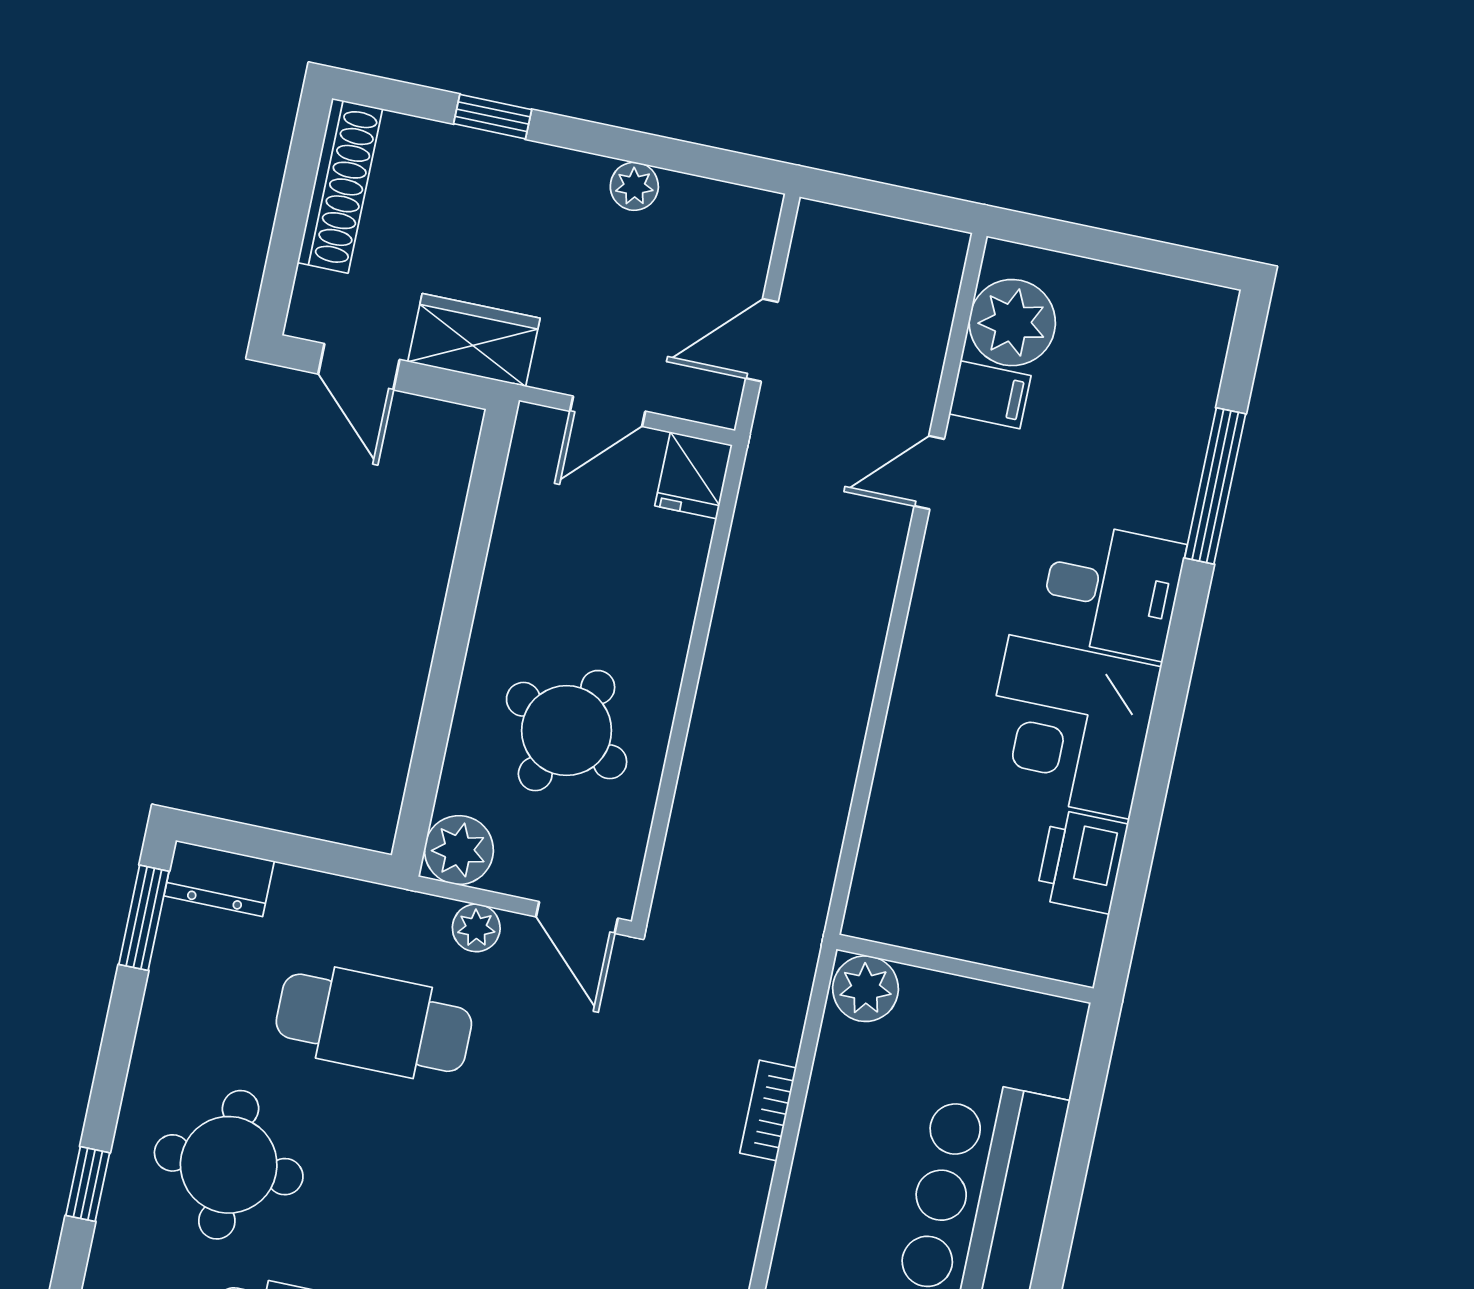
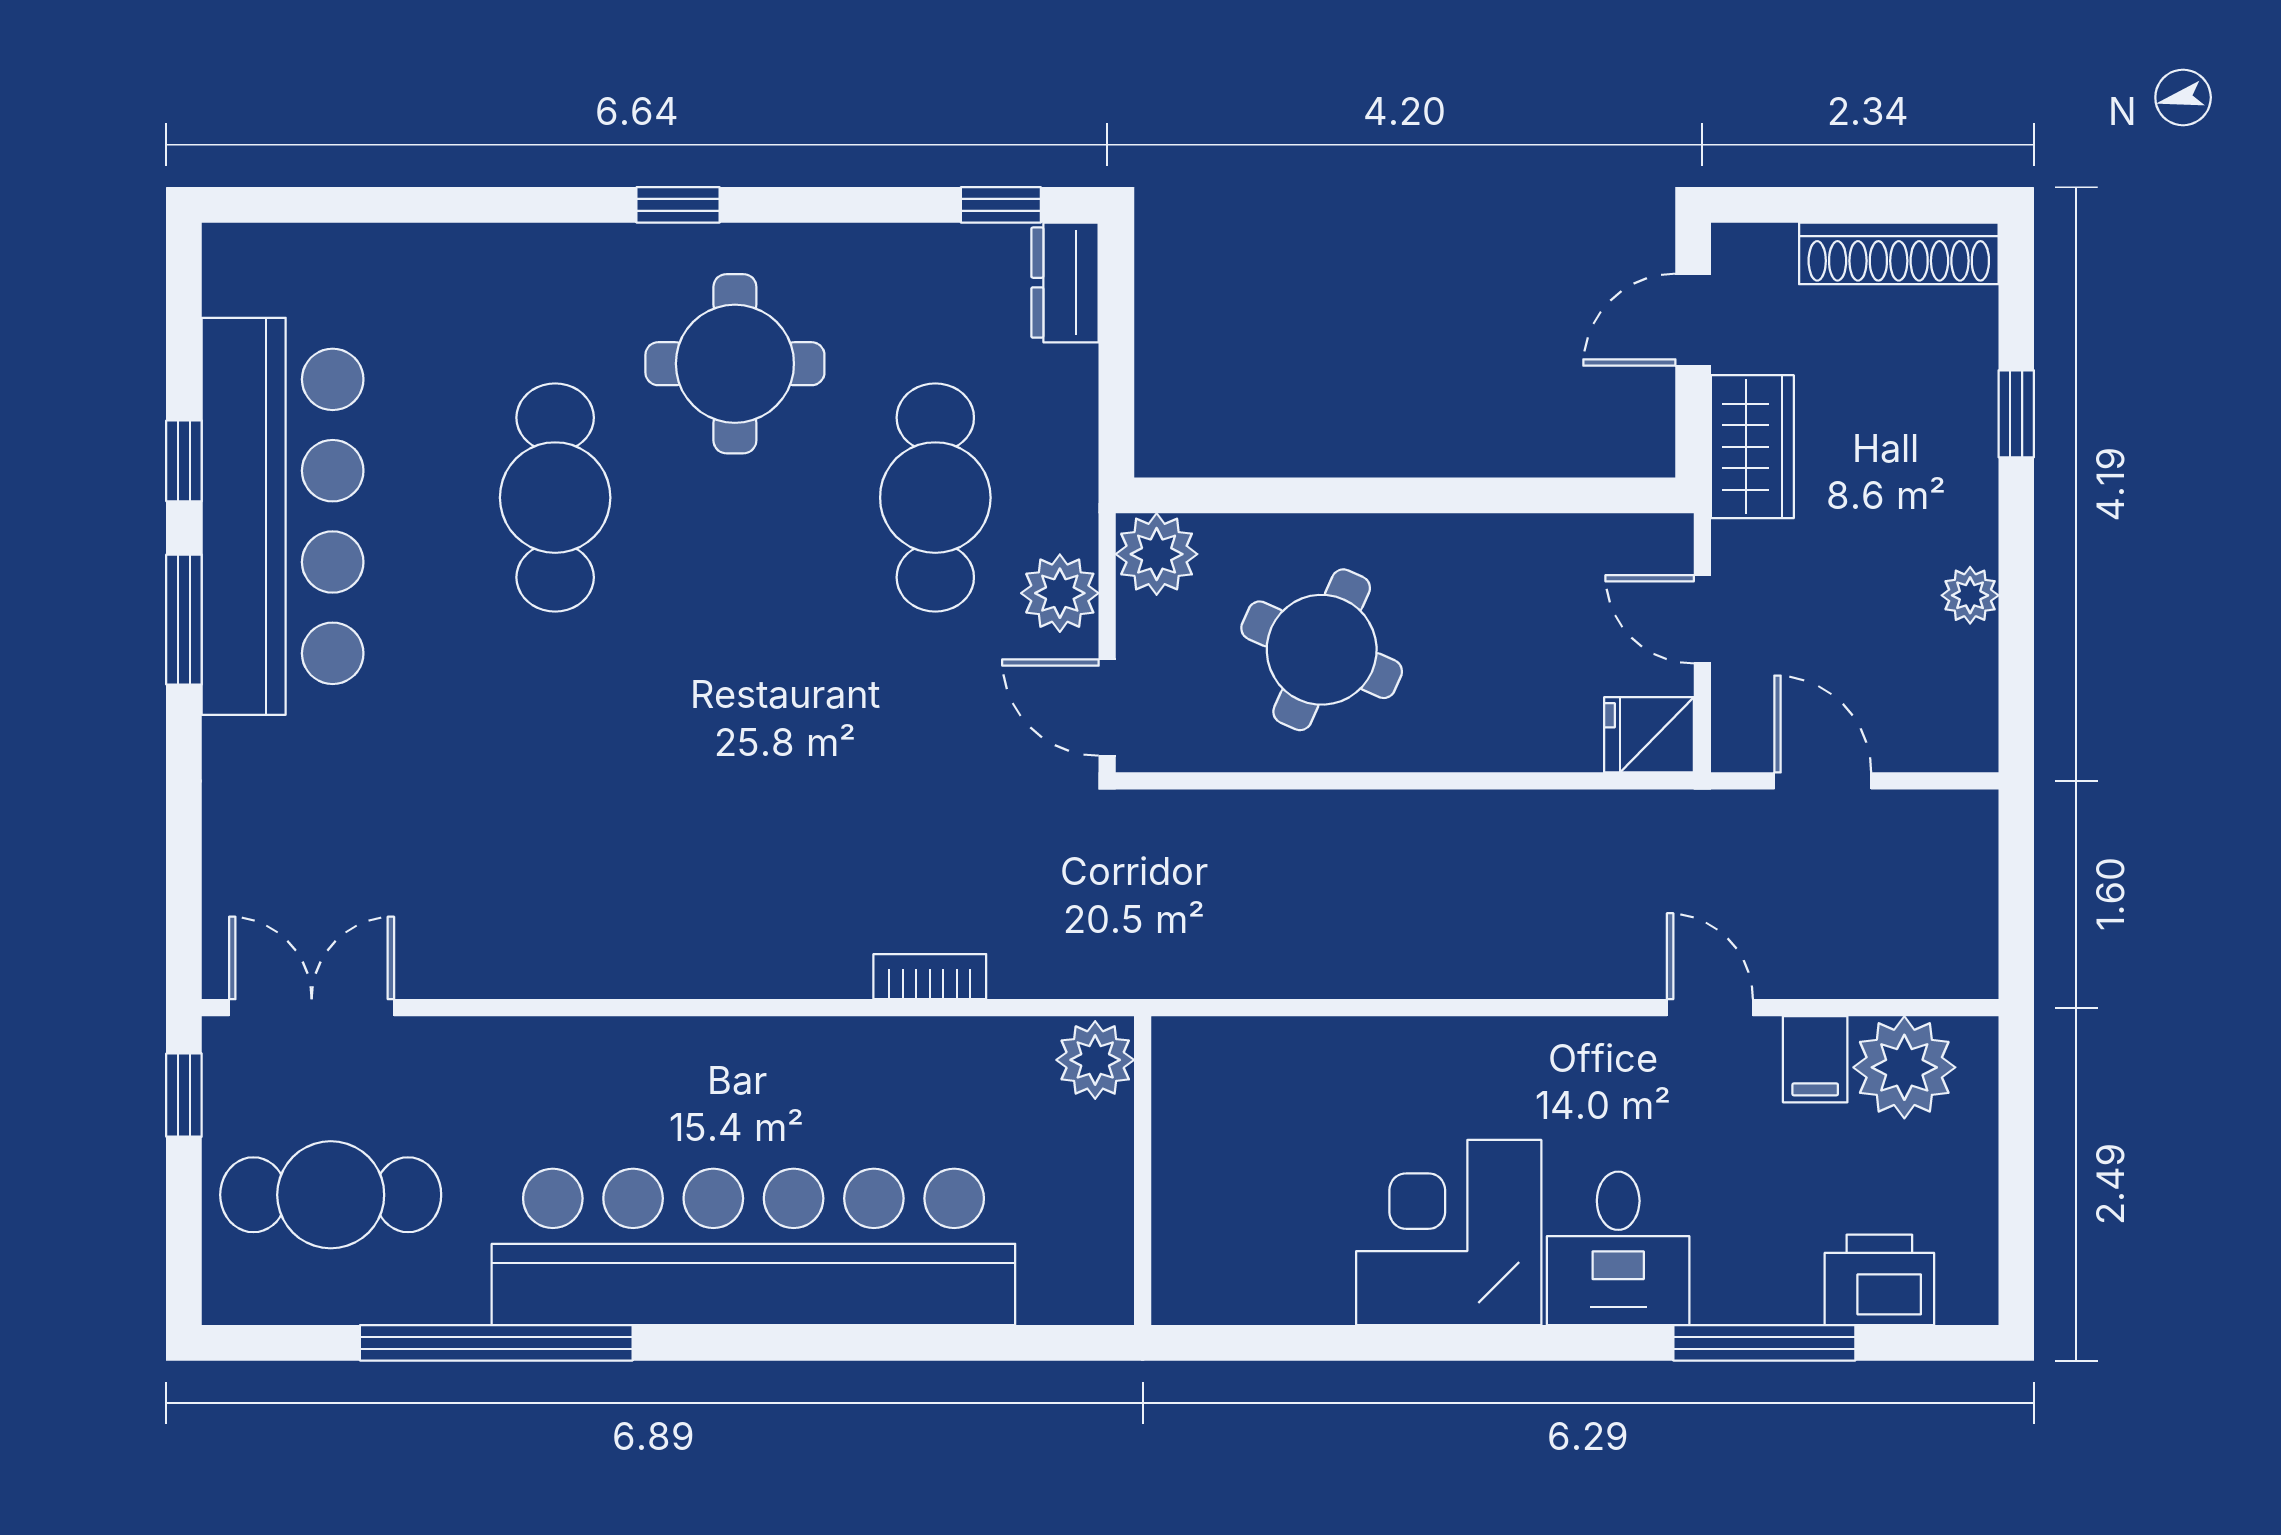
printer: (1082, 861) -> (1879, 1280), moved
door: (577, 917) -> (1107, 707), hinge flipped
window: (144, 918) -> (1001, 205), width x0.67
plant: (476, 928) -> (1060, 593), width x1.38, depth x1.38

